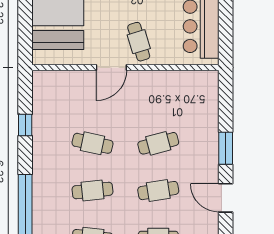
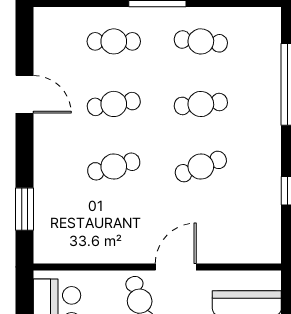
cafe table: (93, 143) -> (201, 167), turned -33
window: (226, 148) -> (24, 209), moved

